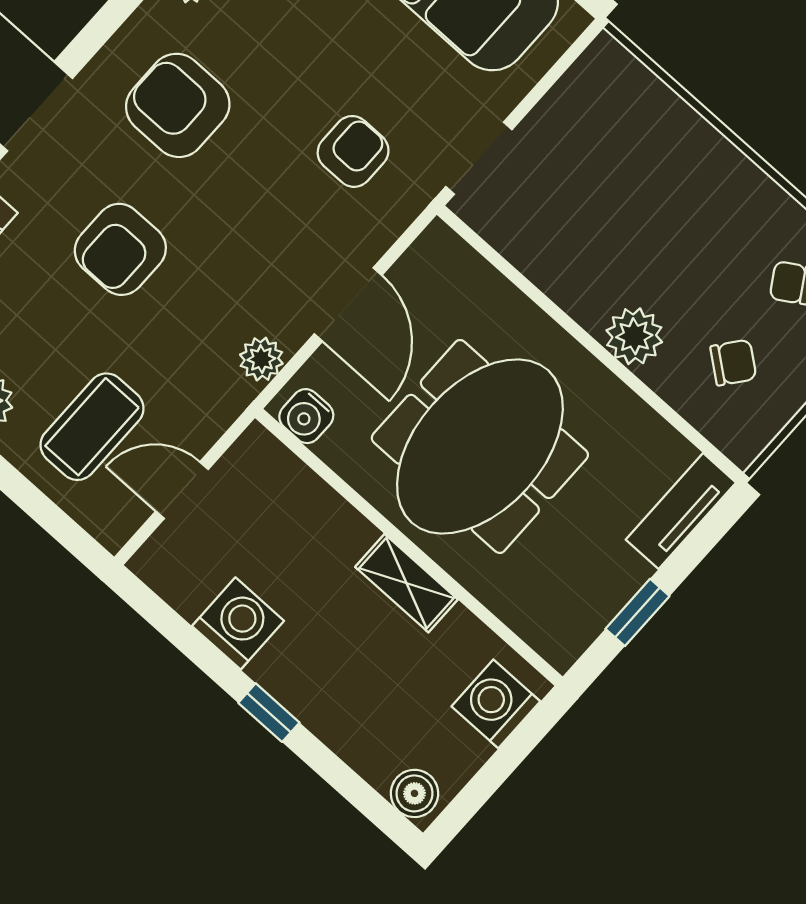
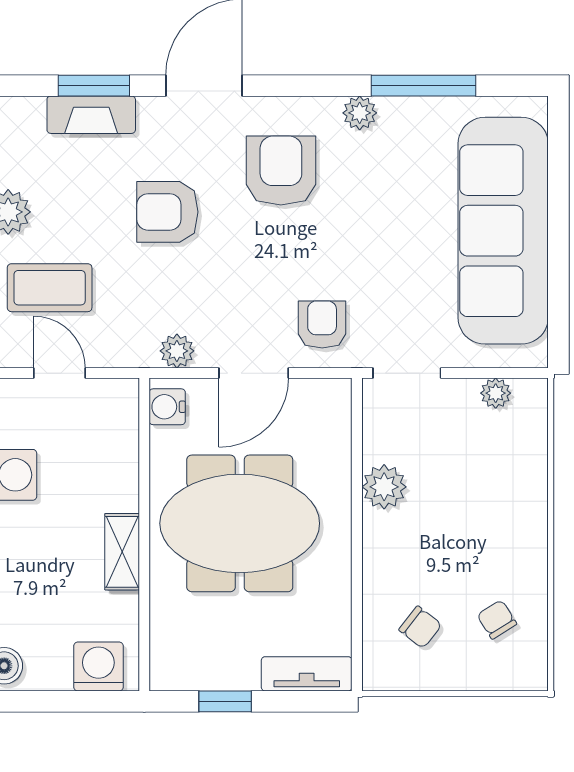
plant: (574, 90) -> (496, 393), added
armchair: (353, 151) -> (322, 325), moved, turned -90
plant: (634, 336) -> (384, 487), moved

